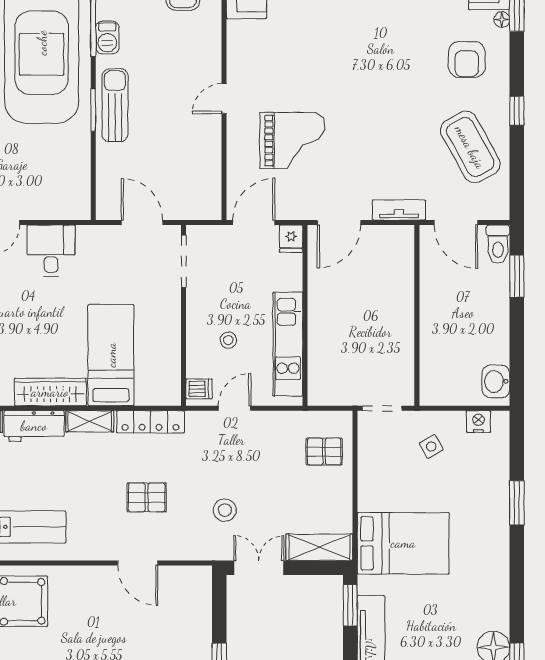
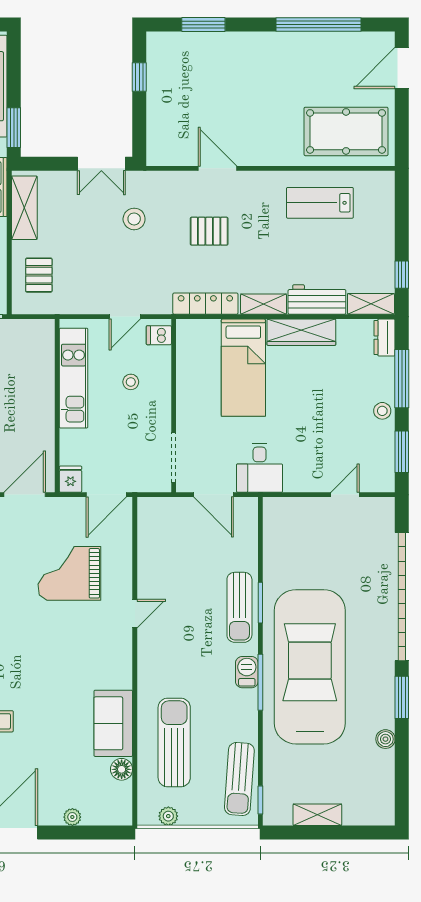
desk: (51, 251) -> (260, 468), moved
pallet: (324, 452) -> (39, 275), turned 90
shelving: (319, 547) -> (24, 208), moved, turned 90

